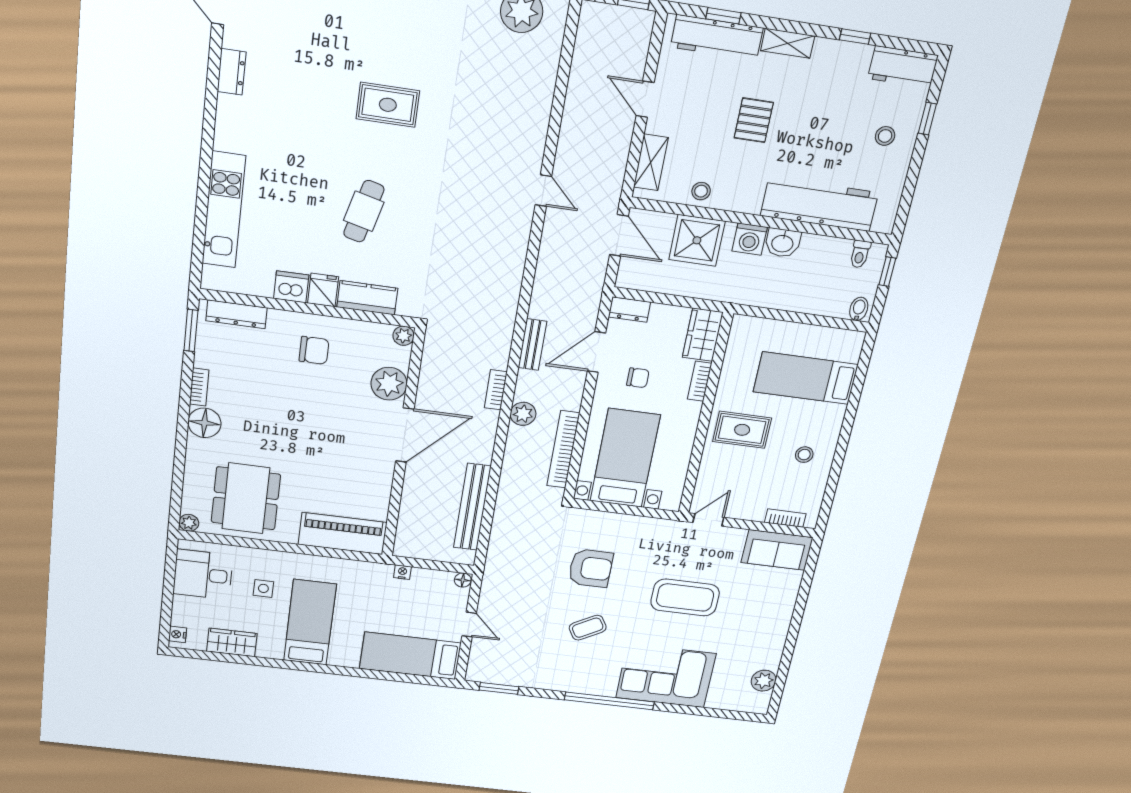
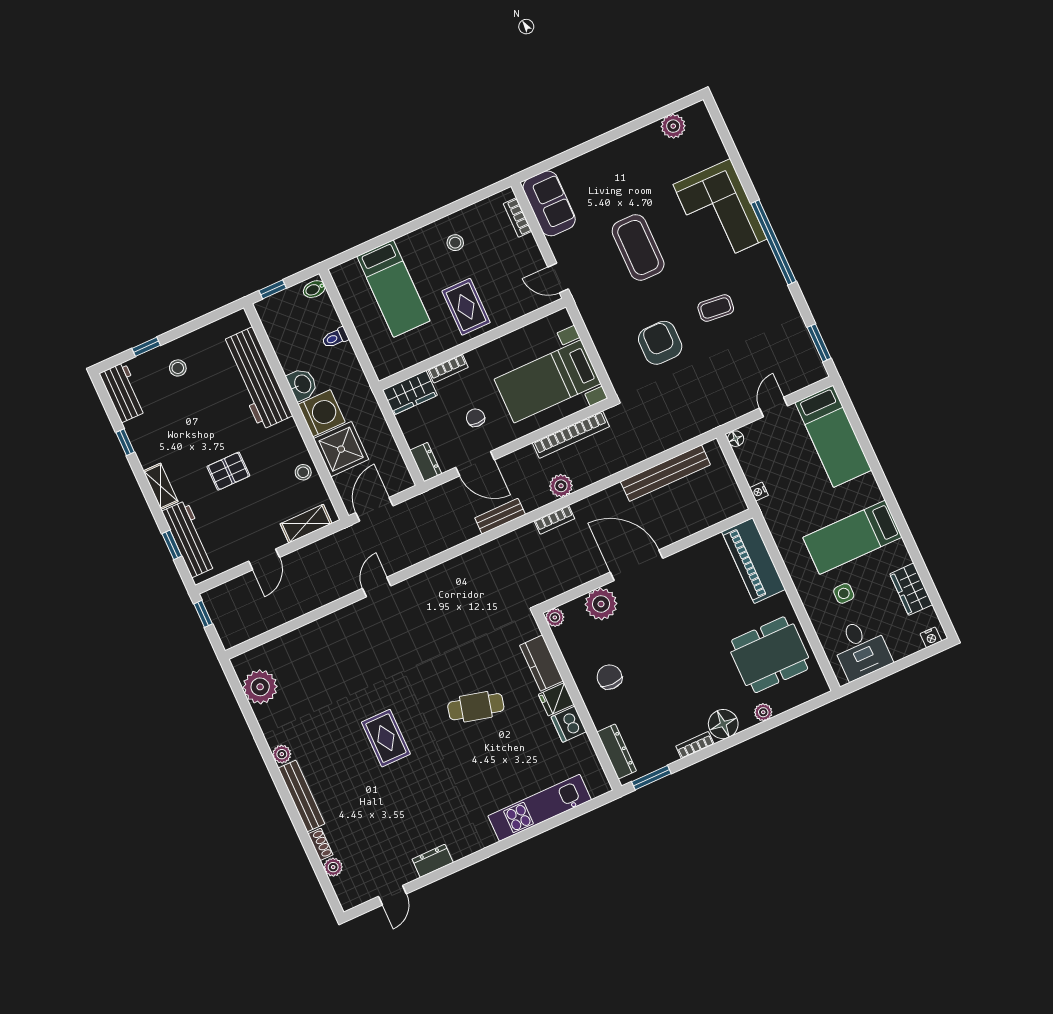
washing machine: (750, 239) -> (321, 413), width x1.37, depth x1.37
toilet: (860, 254) -> (335, 338), moved, turned 180
plant: (189, 523) -> (763, 712), moved
coffee table: (588, 628) -> (716, 308), turned -54

